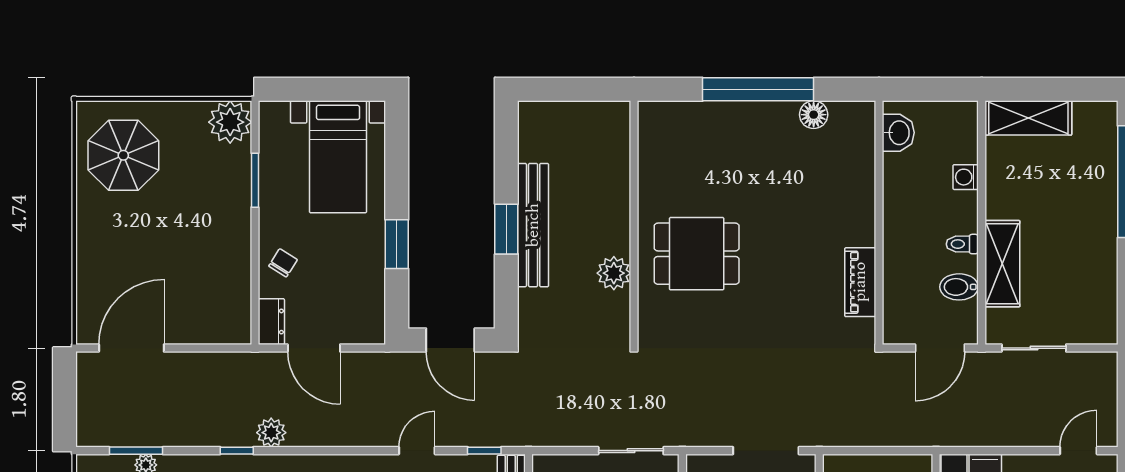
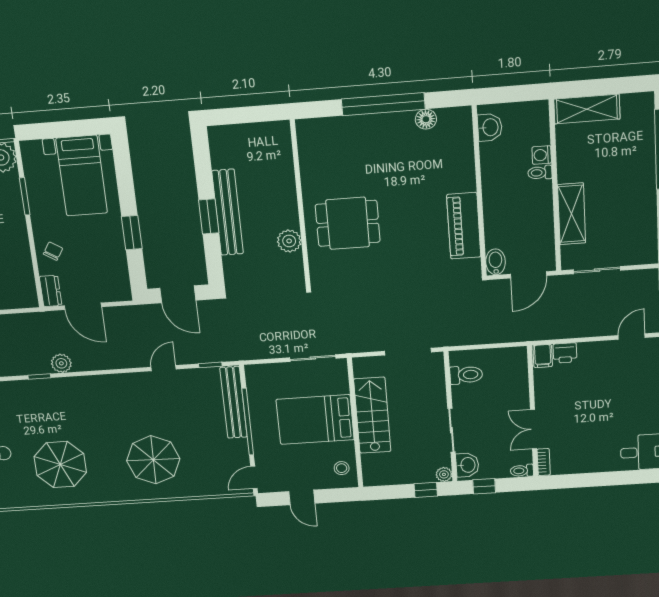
toilet: (962, 244) -> (540, 173), moved
piano: (860, 282) -> (464, 226), width x1.37, depth x1.33
bidet: (959, 287) -> (496, 262), moved, turned 90

